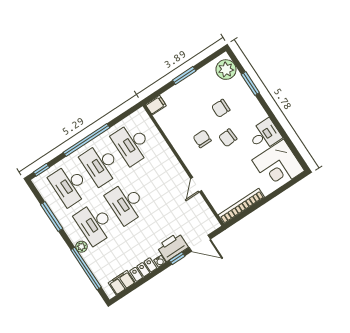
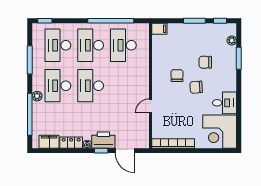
window: (209, 59) -> (220, 21), added
plant: (226, 70) -> (232, 41), width x0.53, depth x0.53
window: (87, 140) -> (111, 21), moved

